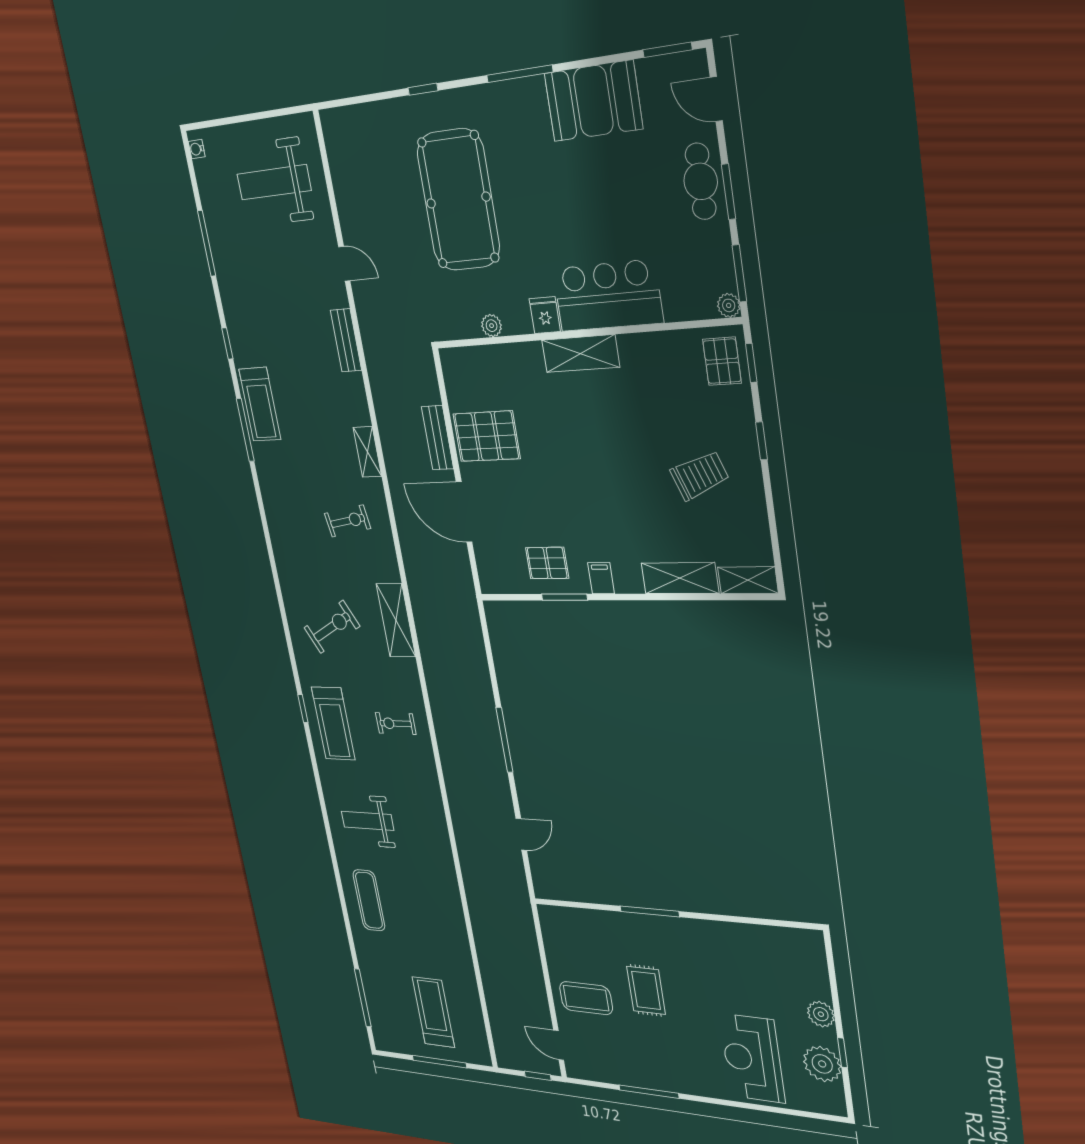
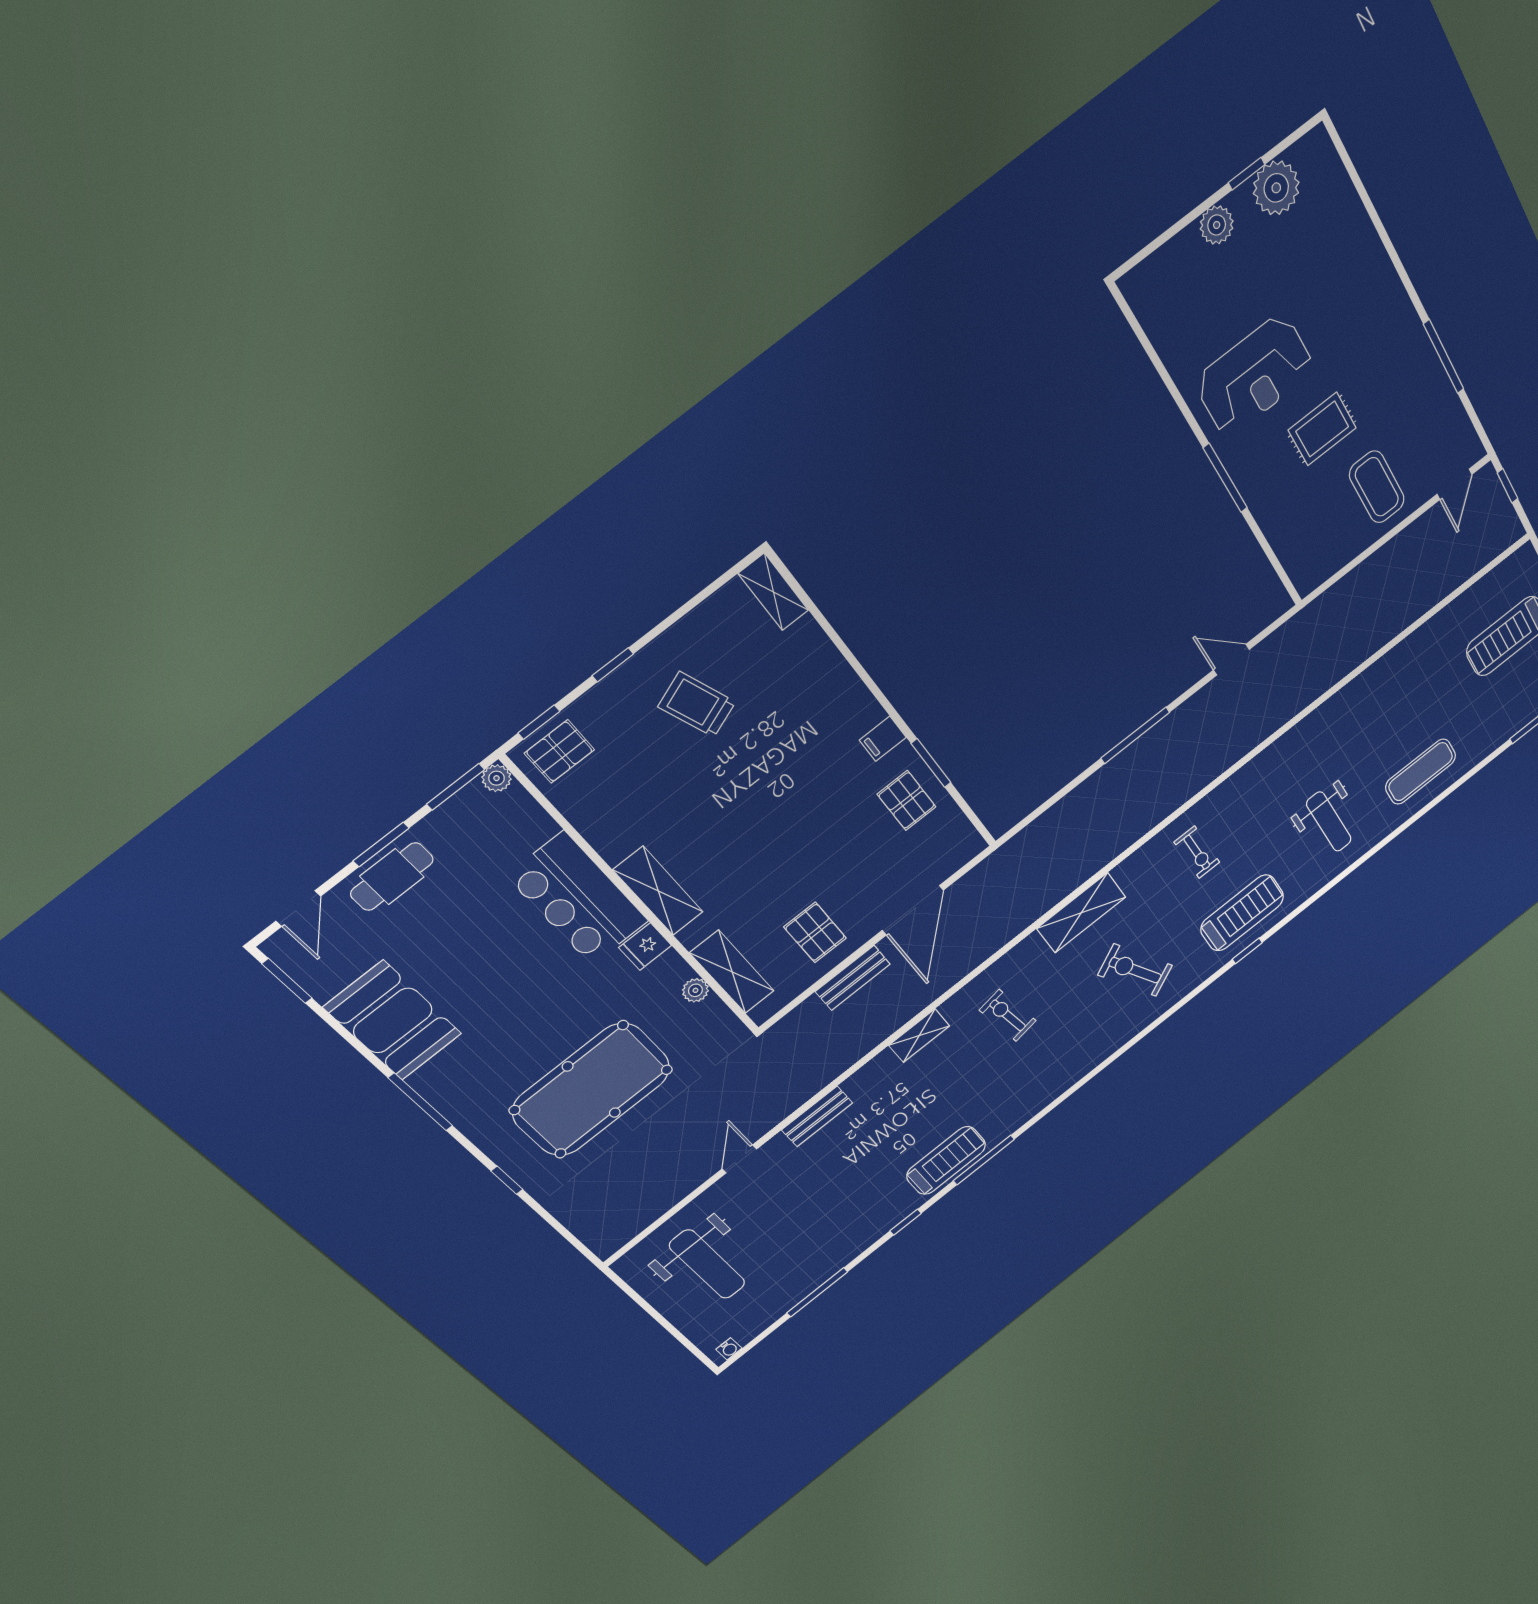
pallet: (487, 436) -> (815, 933), width x0.67, depth x0.71
shelving: (680, 578) -> (732, 972), moved
reception desk: (752, 1058) -> (1255, 375), moved

